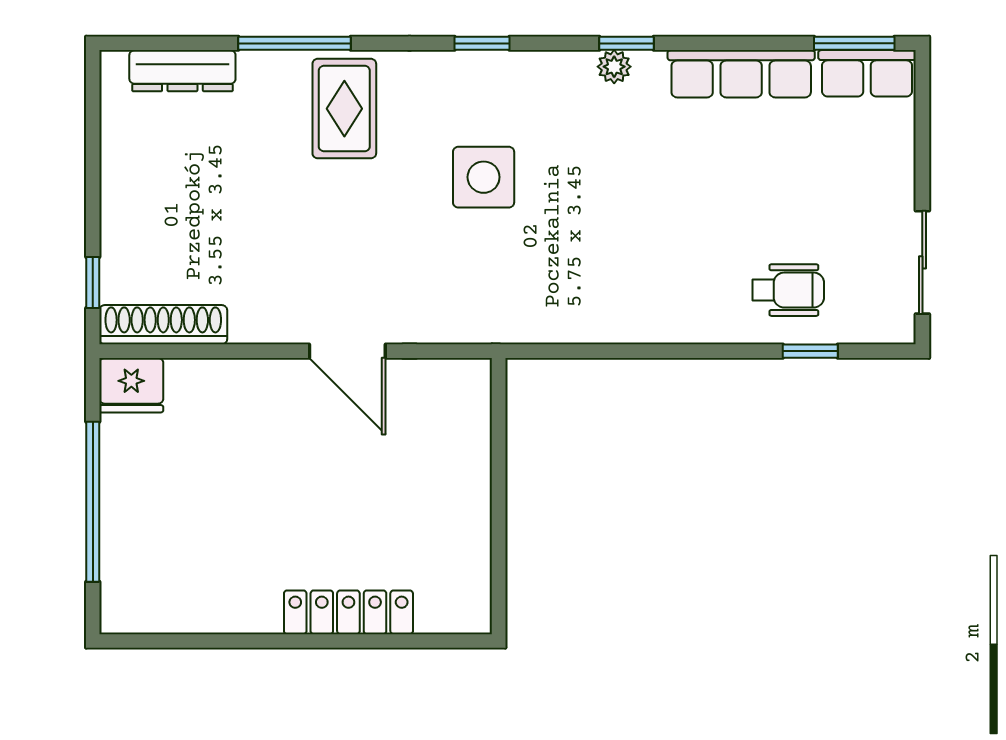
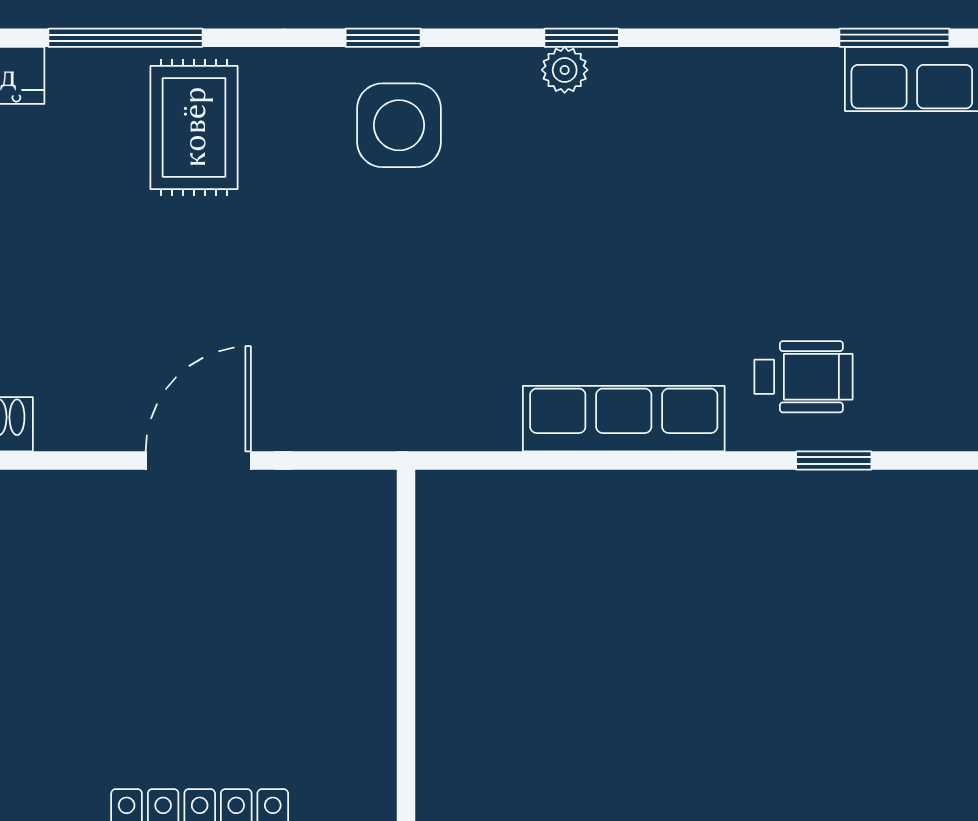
row of seats: (741, 74) -> (624, 419), moved, turned 180
side table: (484, 177) -> (399, 125), moved
door: (347, 351) -> (198, 460), swing flipped

